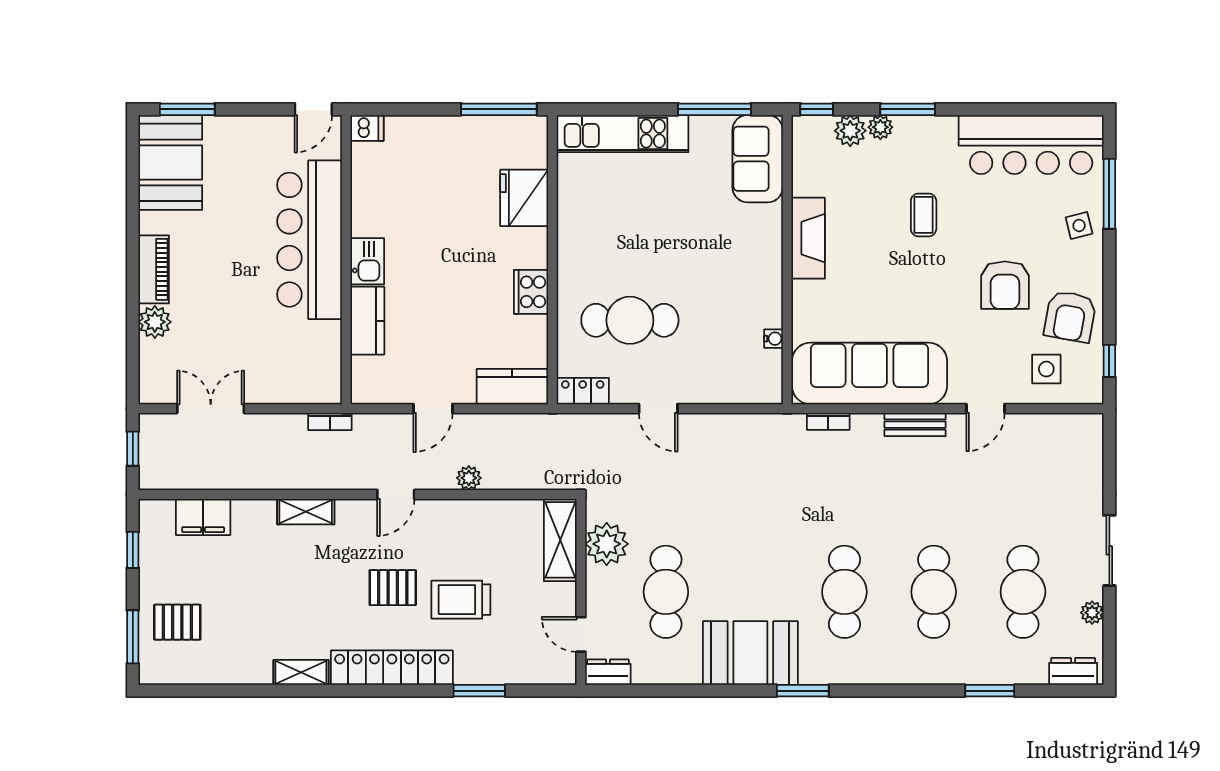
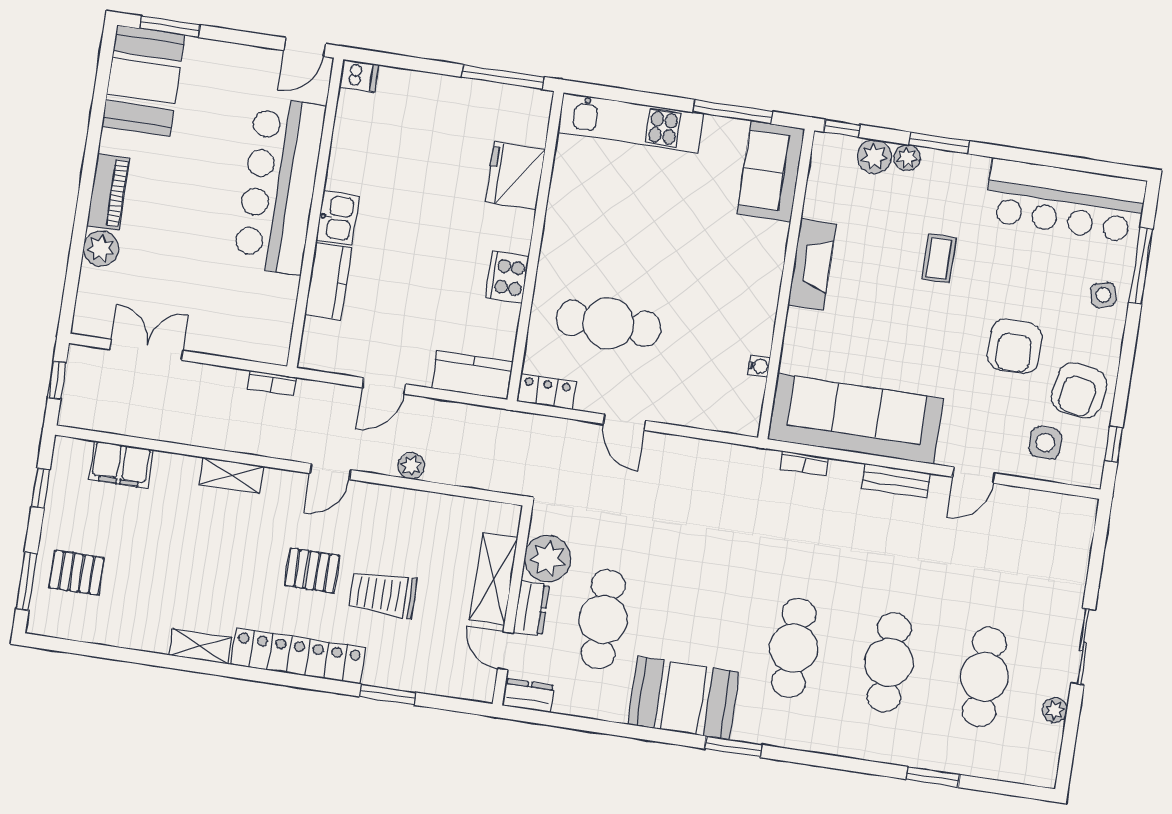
shelving: (560, 540) -> (494, 579), moved
dresser: (1073, 671) -> (531, 608), moved, turned 90

